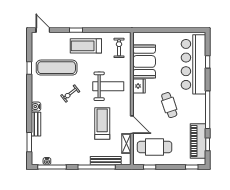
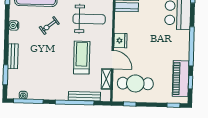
fridge: (139, 86) -> (120, 41), moved
cafe table: (169, 105) -> (152, 40), removed
water cooler: (36, 107) -> (14, 25), moved

